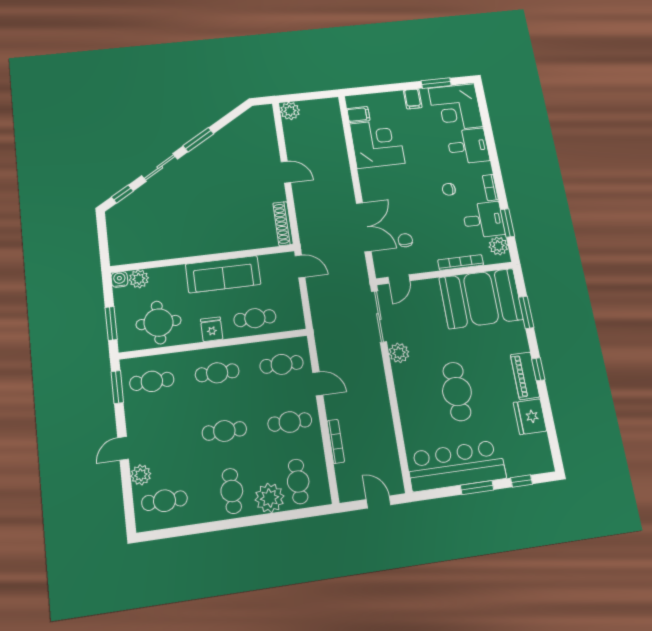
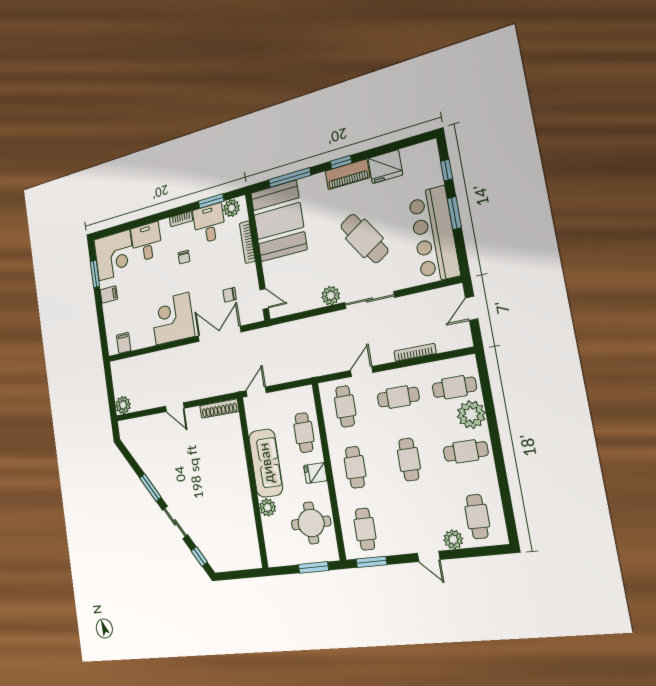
corner desk: (377, 144) -> (172, 319), moved
door: (286, 172) -> (175, 407), swing flipped
water cooler: (119, 279) -> (274, 559), removed
plant: (139, 279) -> (268, 507), moved
window: (526, 312) -> (290, 178), width x1.44
sliding door: (379, 317) -> (369, 300), moved
cafe table: (457, 391) -> (364, 238), turned 57
cafe table: (290, 422) -> (398, 397), turned 90

